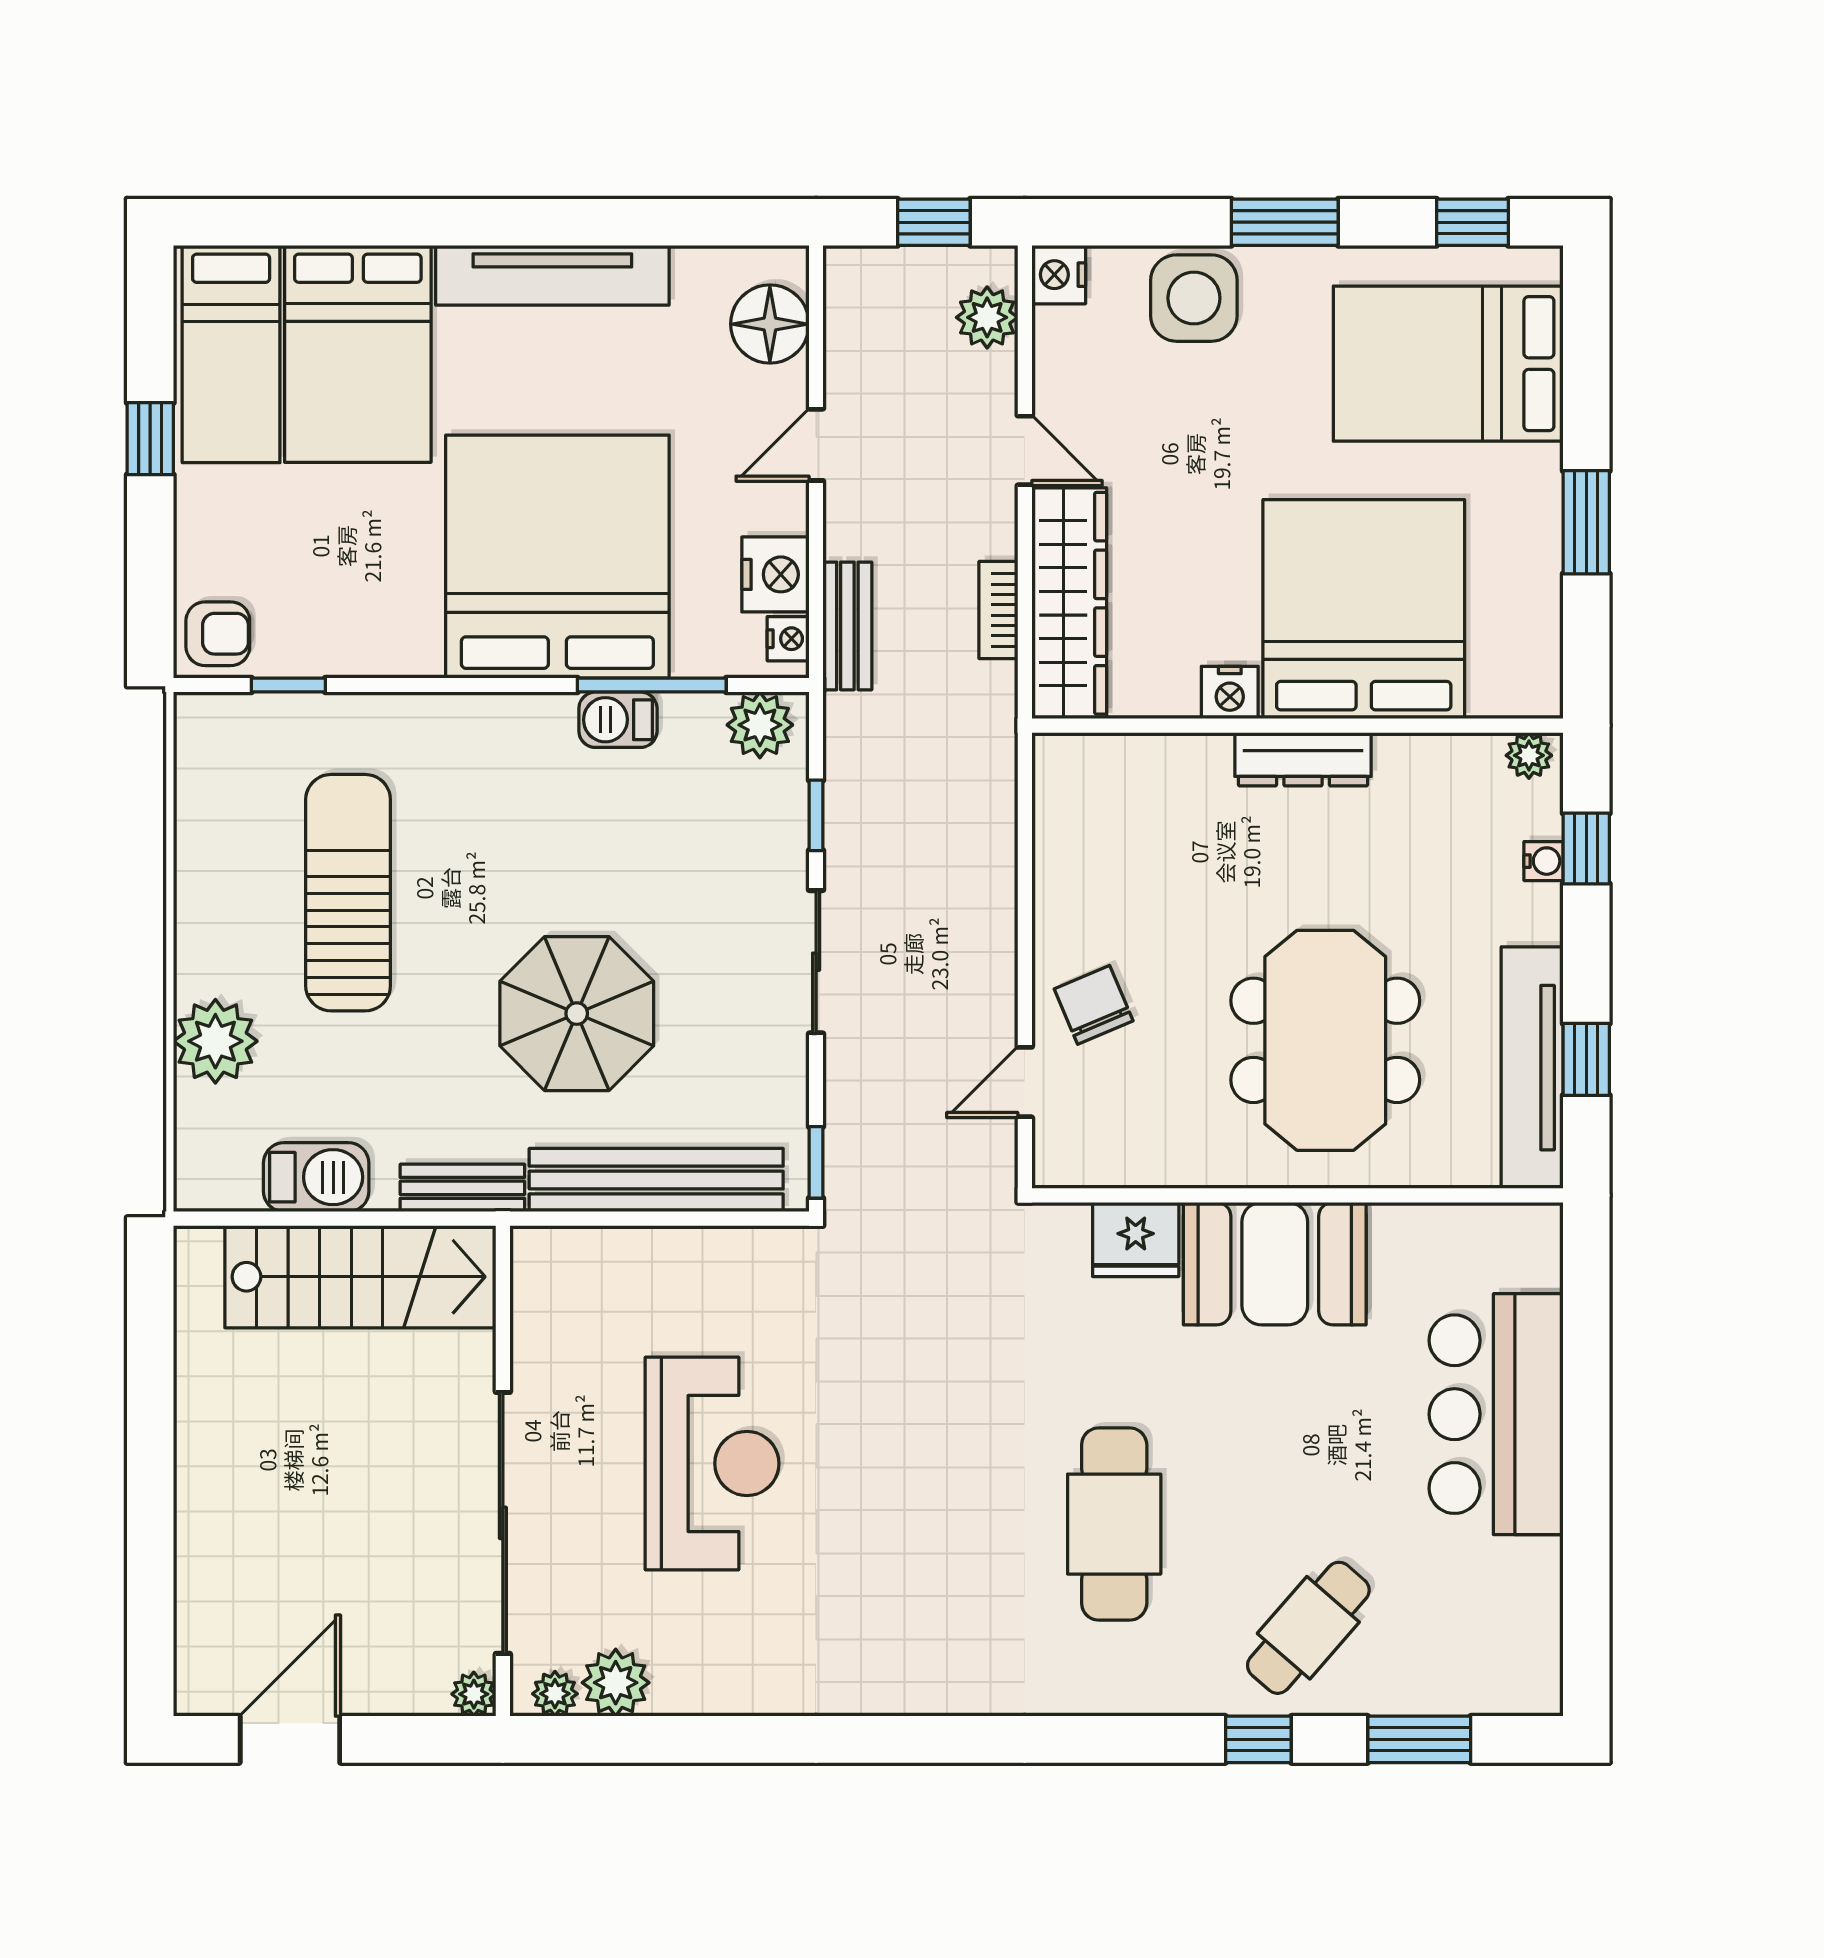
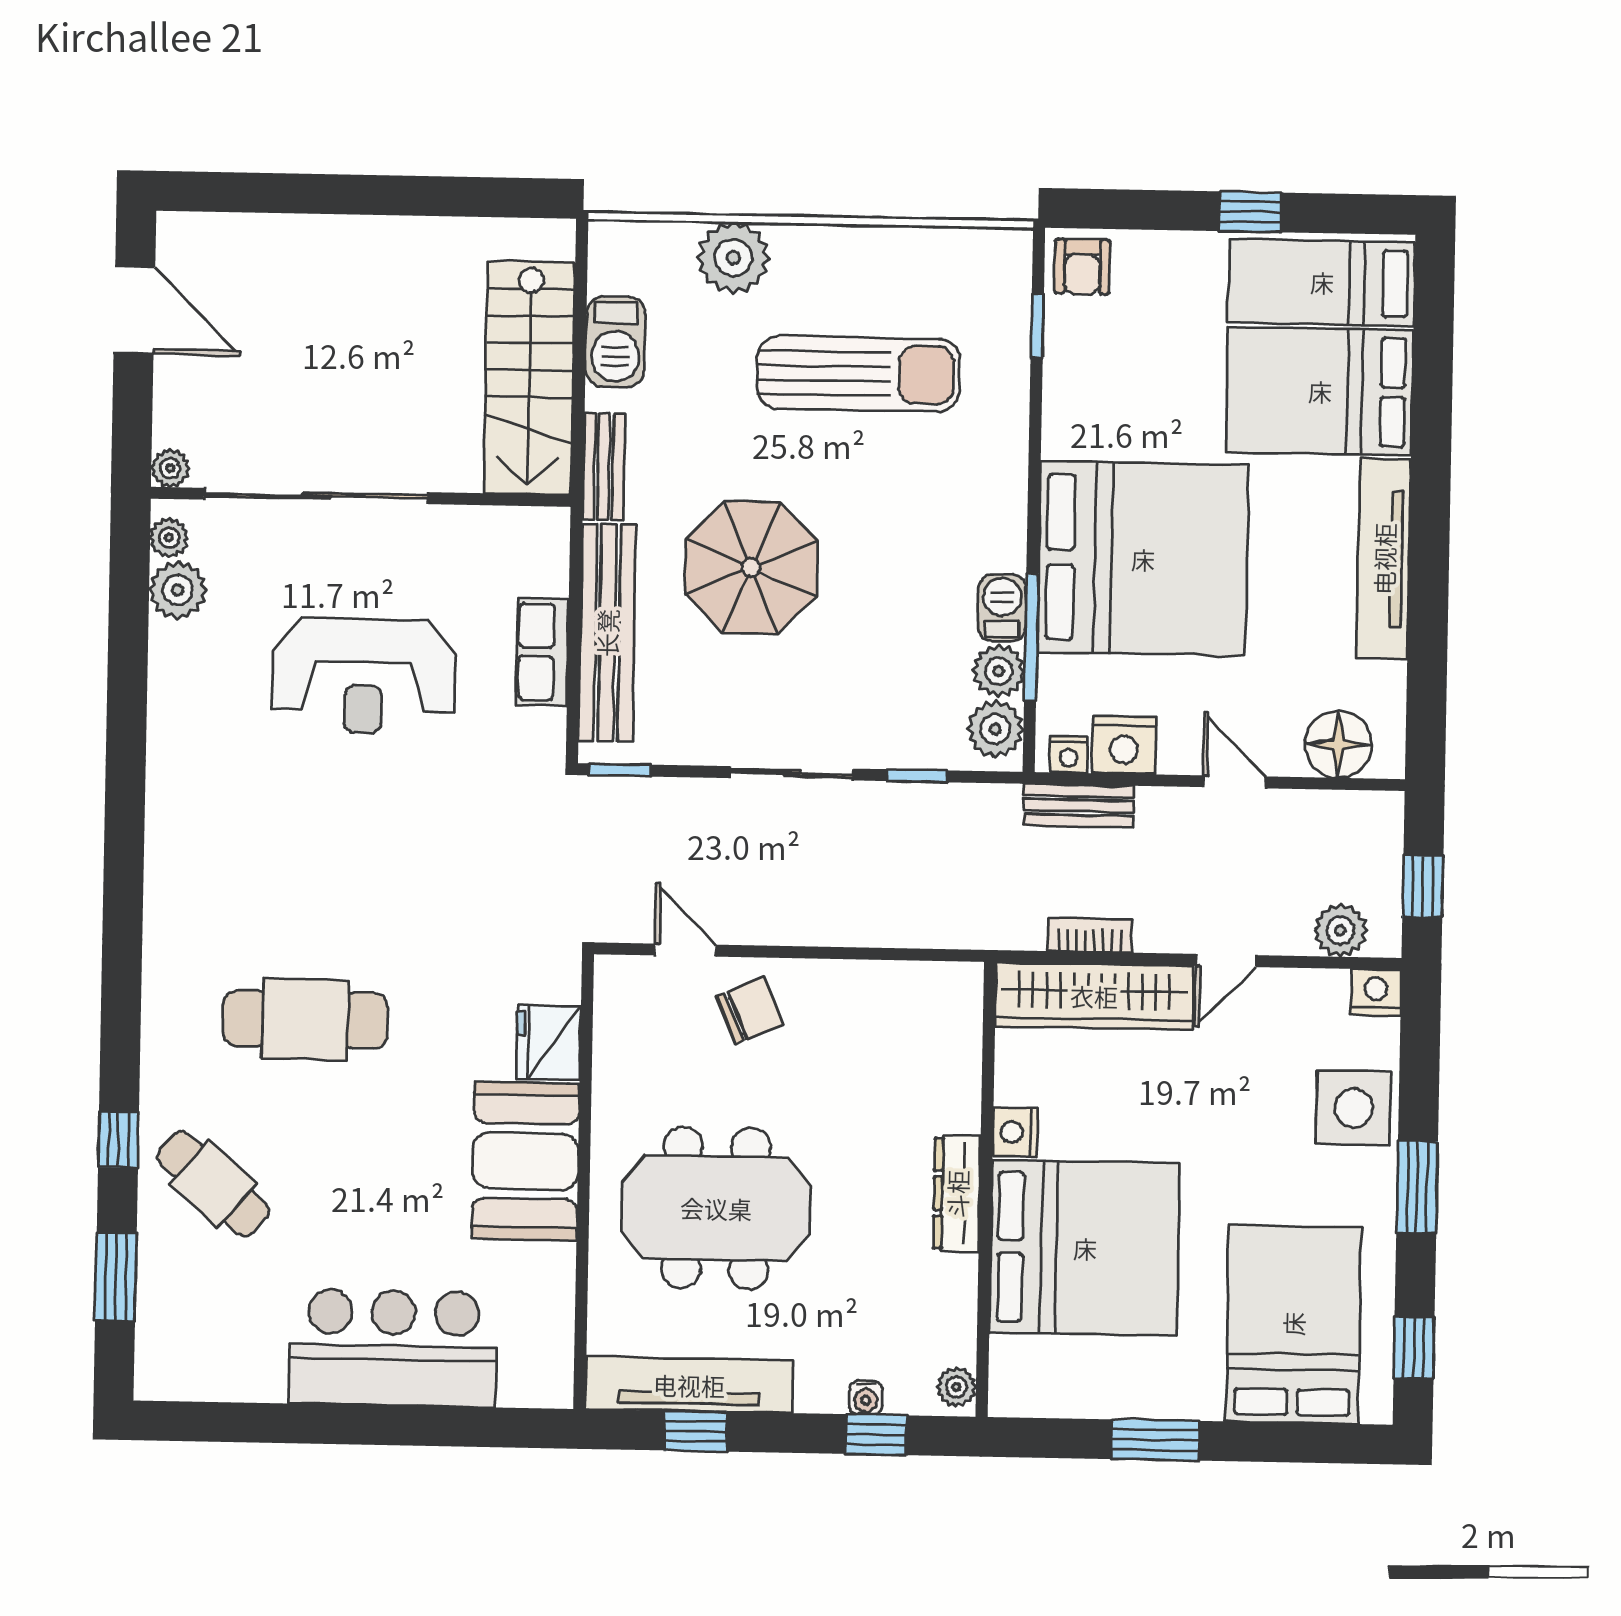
plant: (692, 722) -> (999, 671), added
row of seats: (680, 1255) -> (542, 652), added

